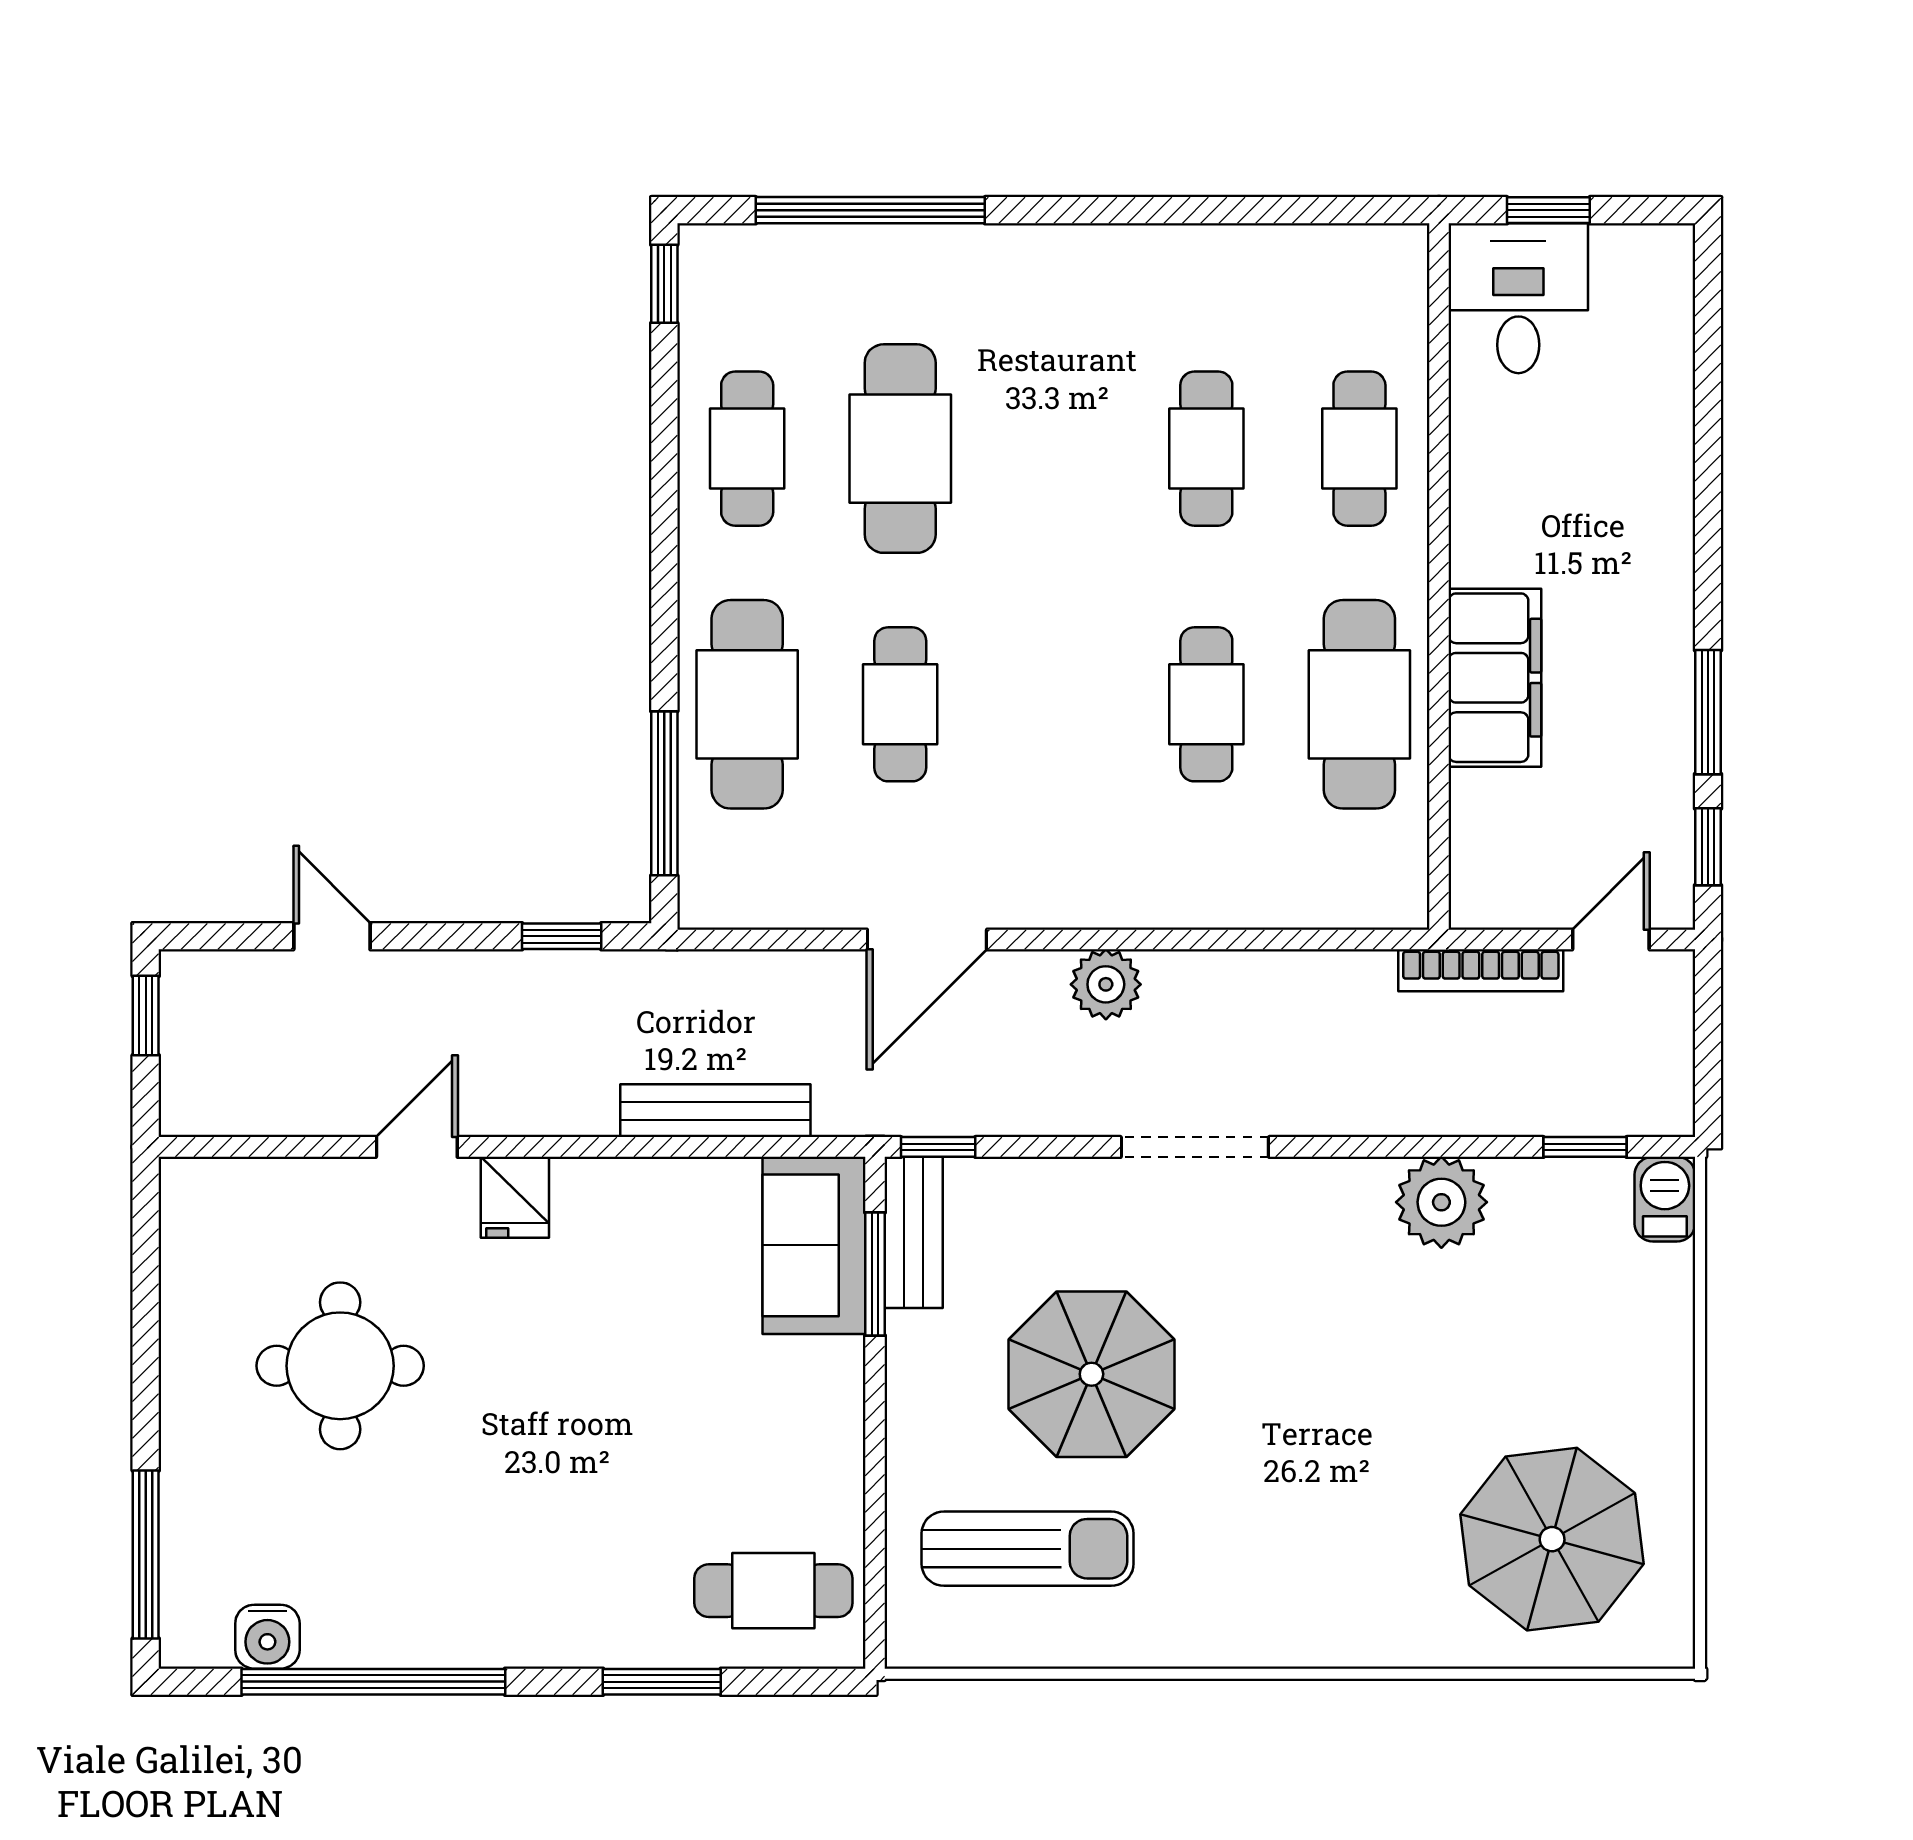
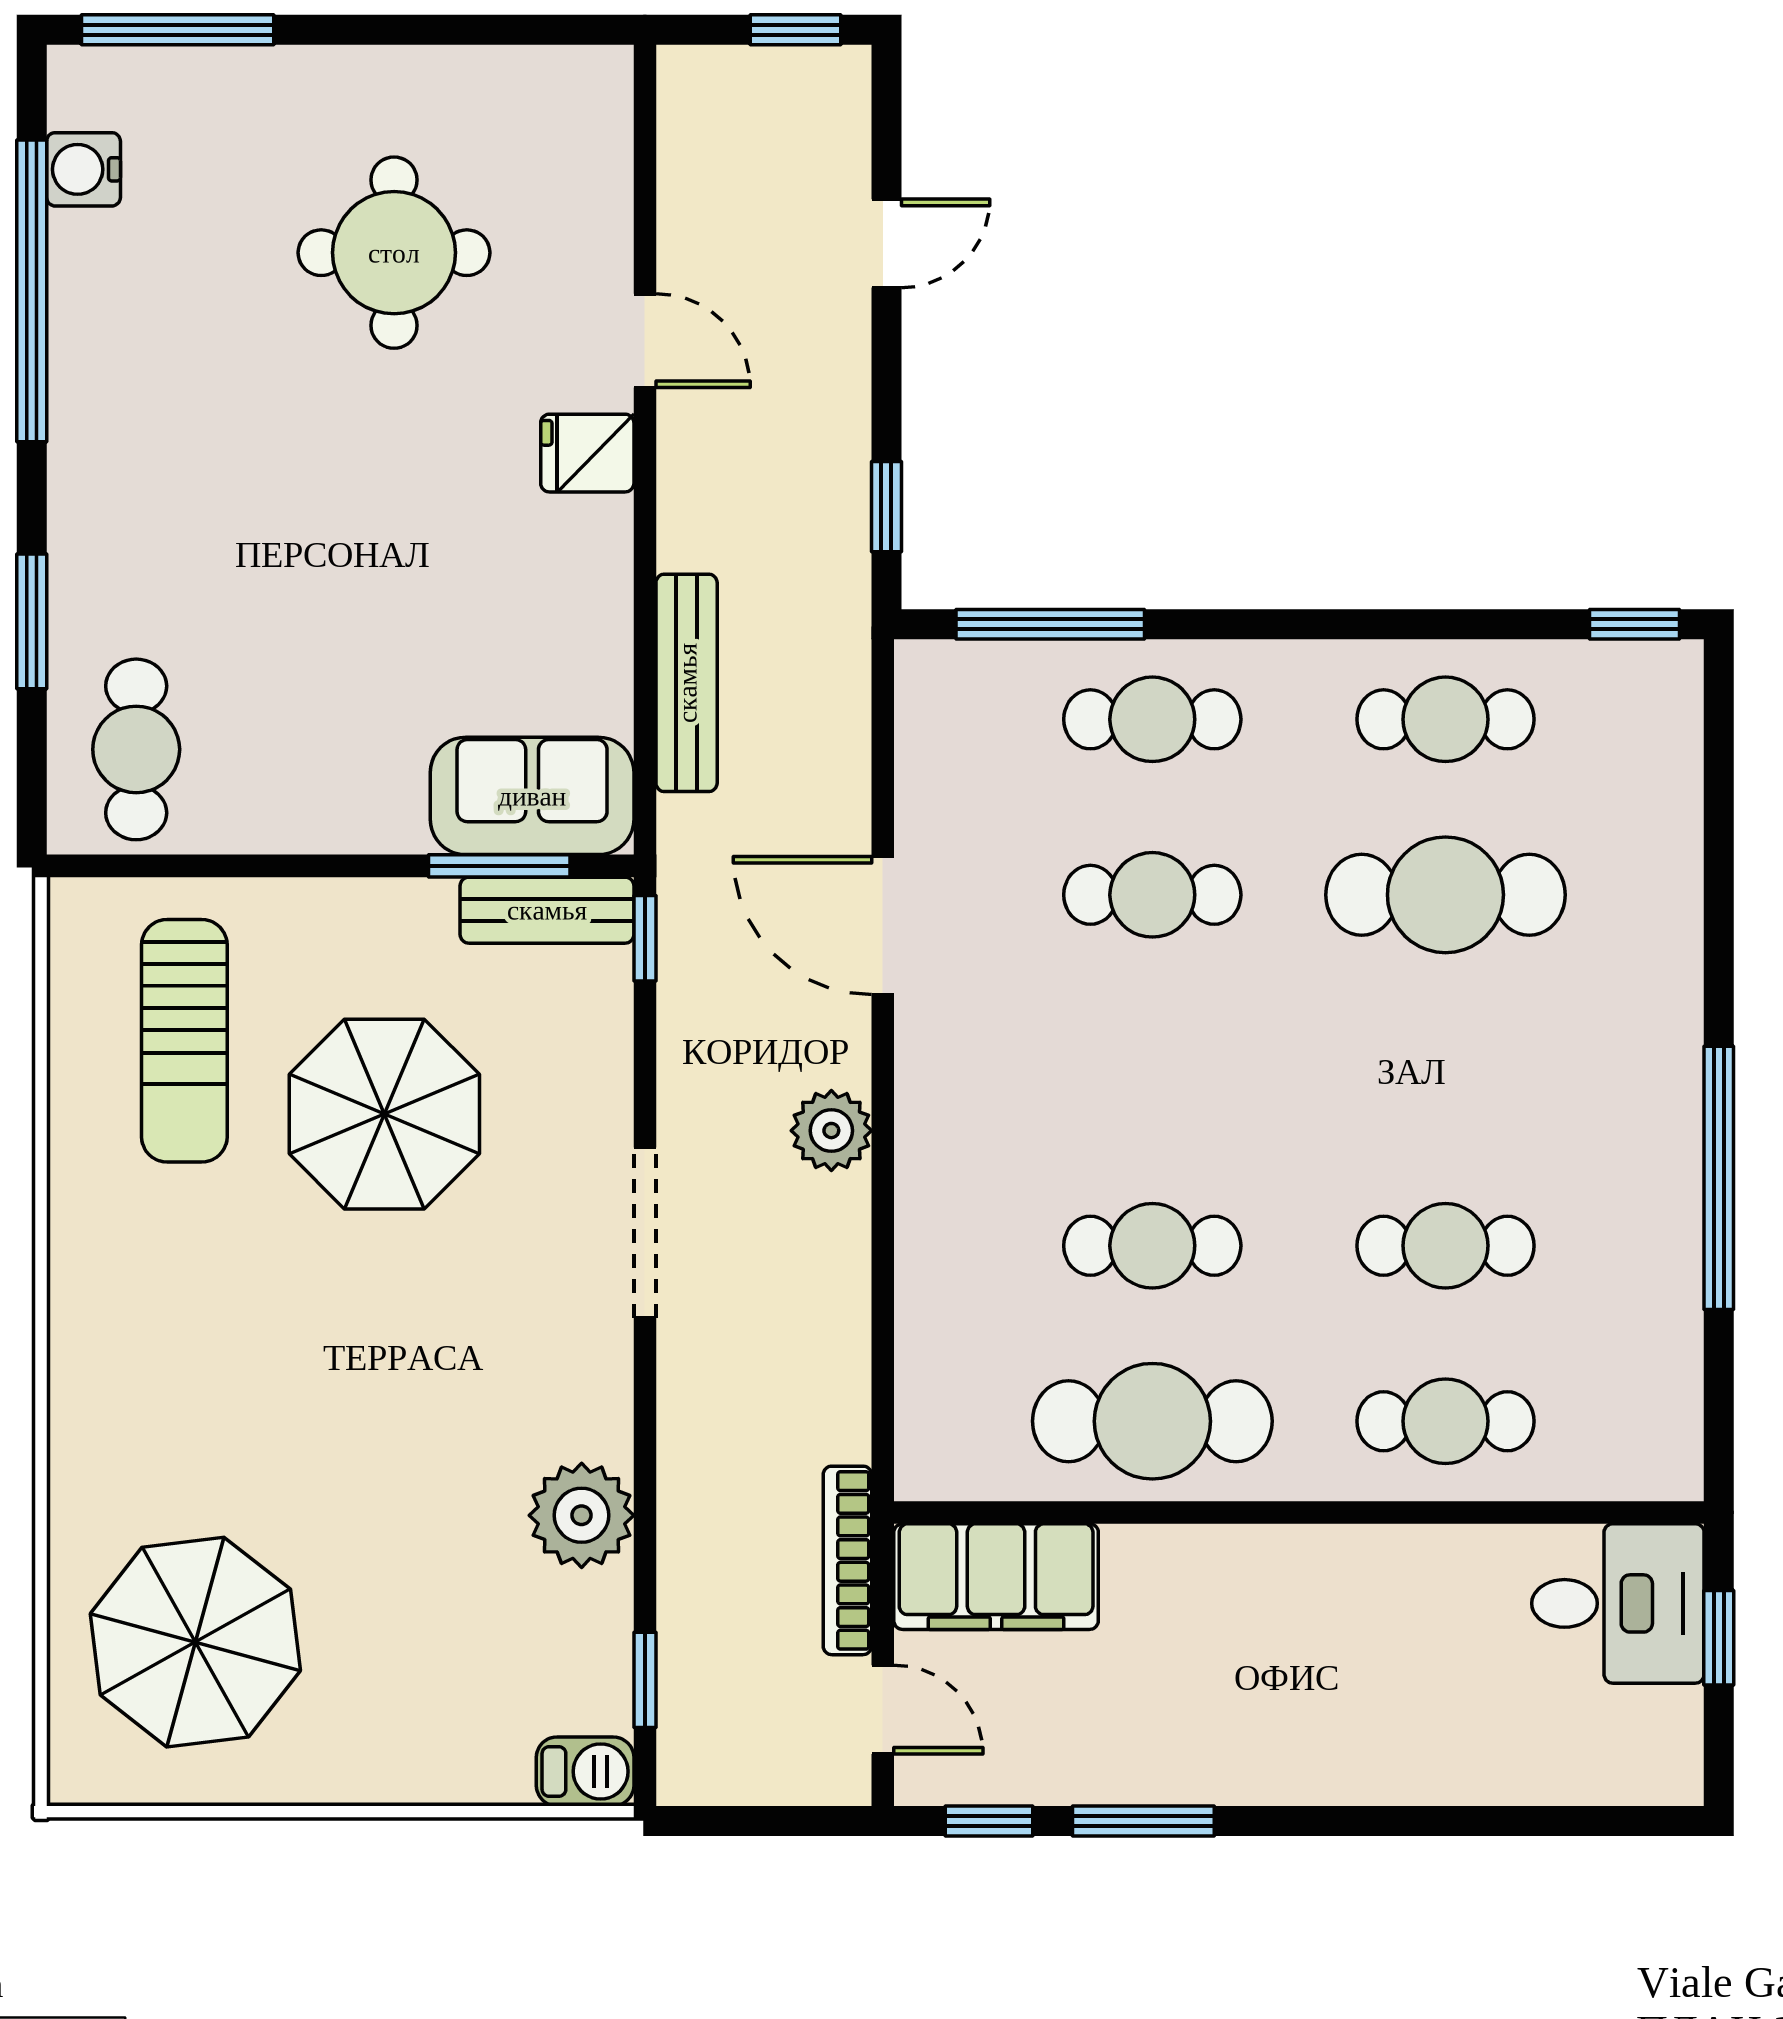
window: (870, 210) -> (1719, 1178), moved
filing cabinet: (1495, 678) -> (996, 1577), moved
cafe table: (747, 704) -> (1152, 719), width x0.73, depth x0.74

